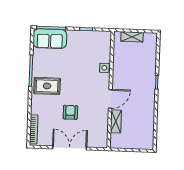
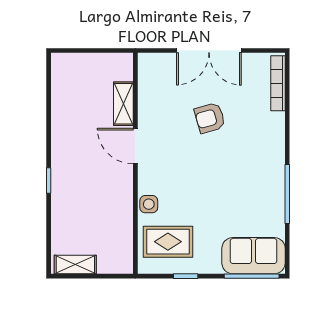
shelving: (132, 37) -> (75, 265), moved
rug: (47, 86) -> (168, 242), moved
door: (110, 99) -> (135, 146), hinge flipped
armchair: (70, 112) -> (210, 118), turned 74

